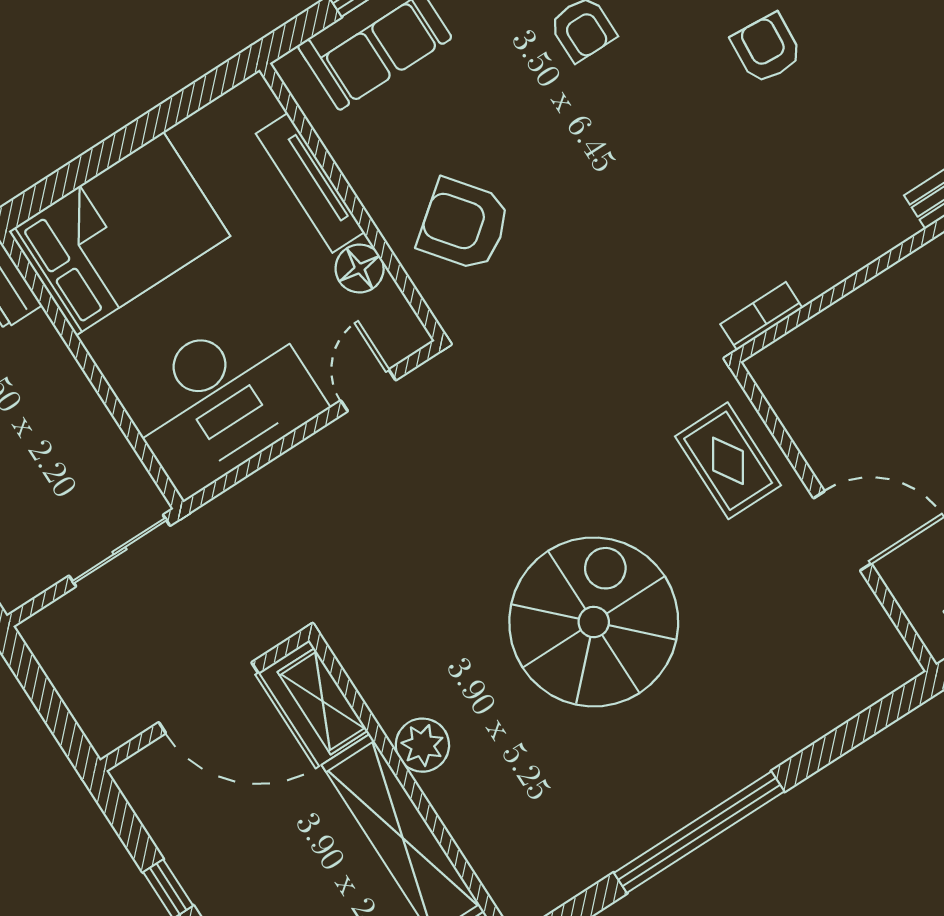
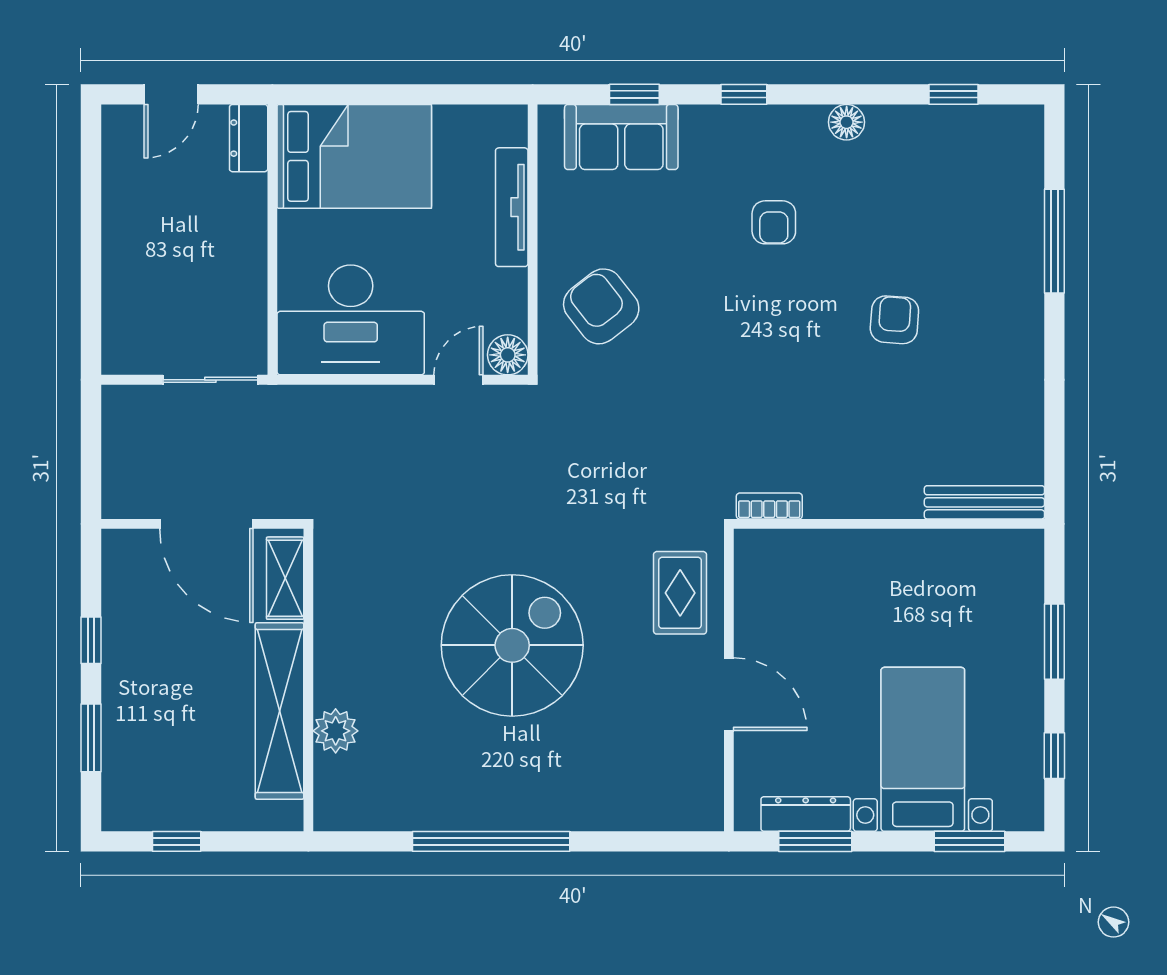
floor lamp: (360, 269) -> (508, 355), moved
plant: (422, 745) -> (336, 731), moved

